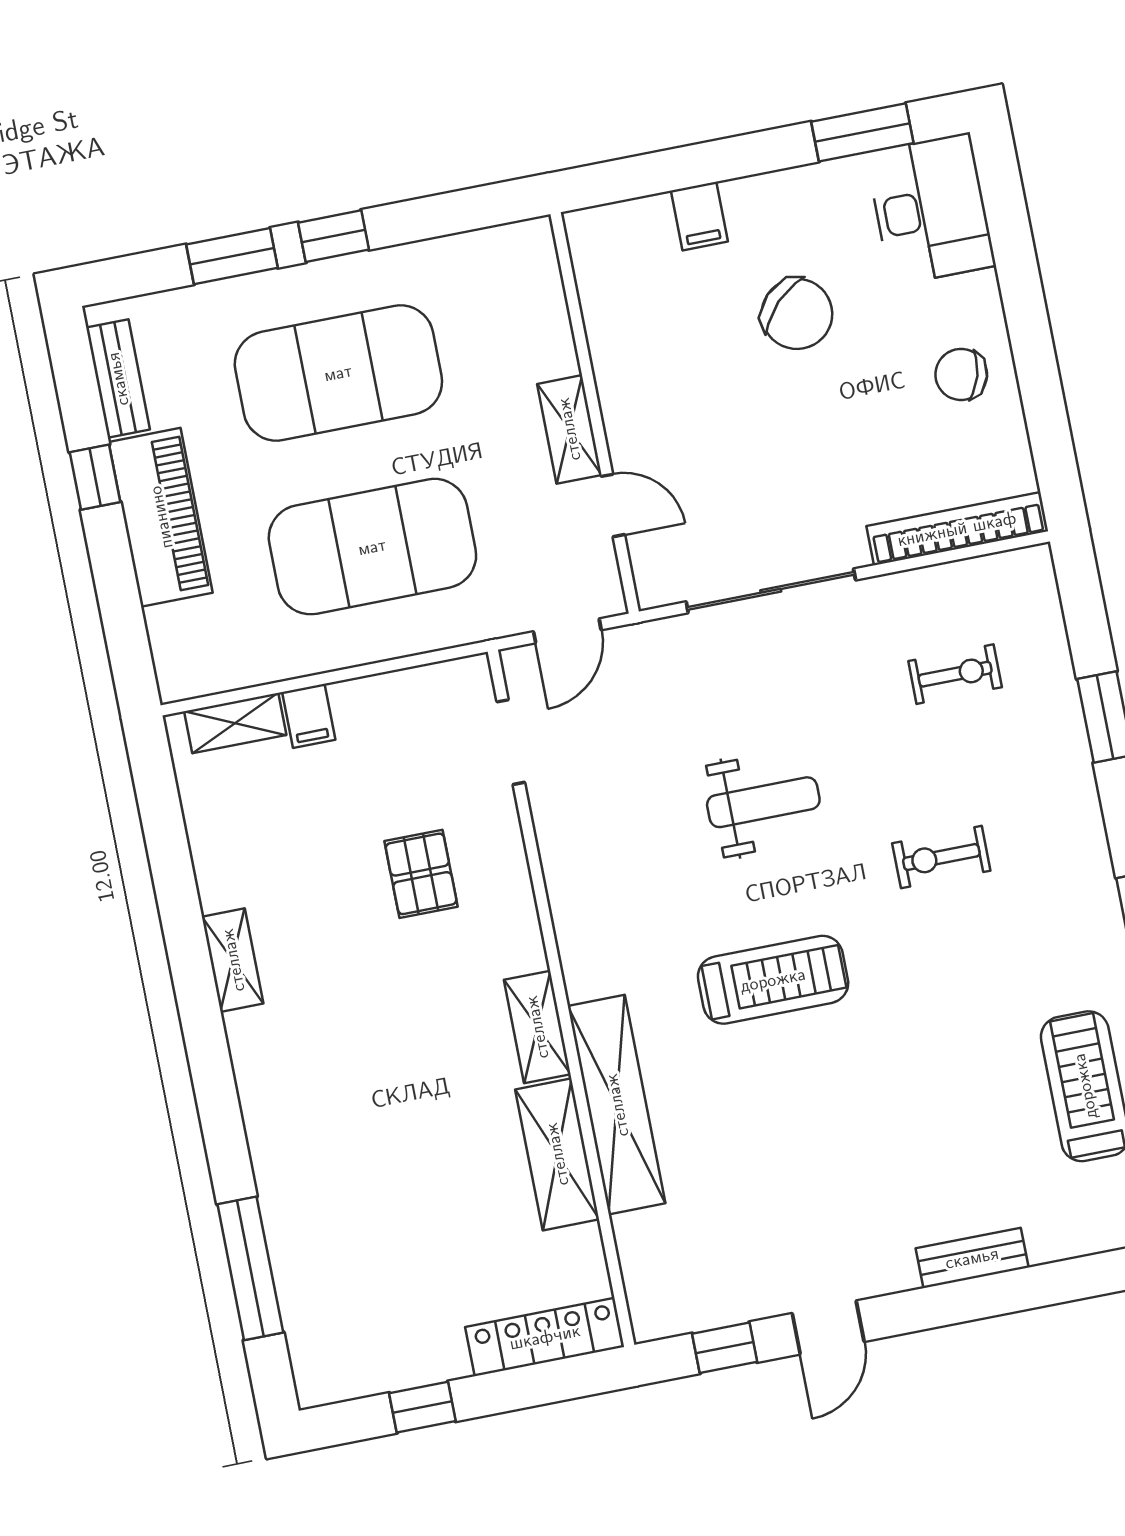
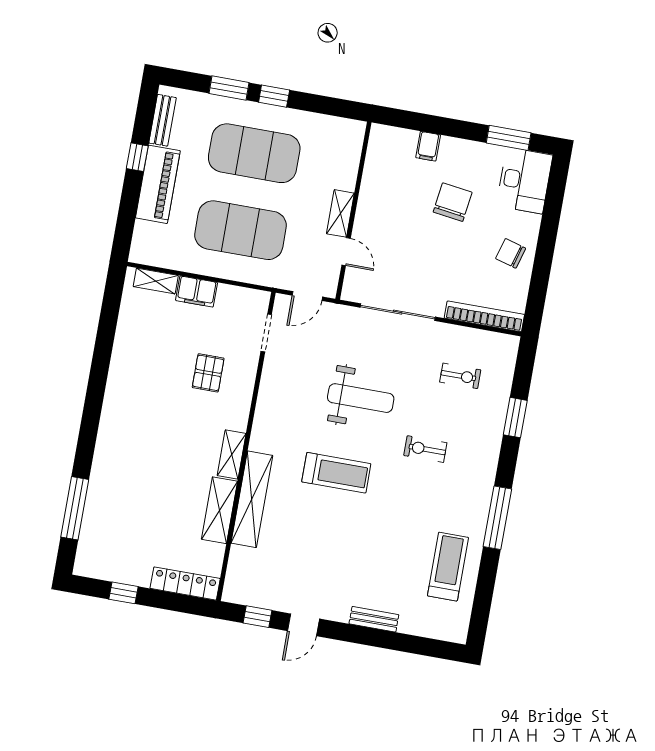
chair: (797, 314) -> (453, 202), turned -127
filing cabinet: (309, 716) -> (196, 291), width x2.00
weight bench: (763, 802) -> (361, 398), width x1.36, depth x1.33
shelving: (233, 960) -> (117, 378), removed

